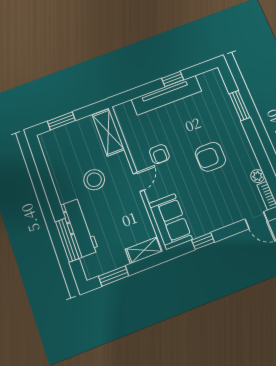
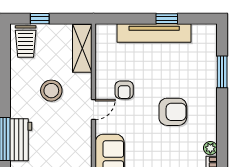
window: (61, 121) -> (40, 19), width x0.67
trolley: (56, 145) -> (26, 42), added
armchair: (210, 157) -> (173, 112), turned 180
workbench: (80, 228) -> (21, 140), width x0.73

